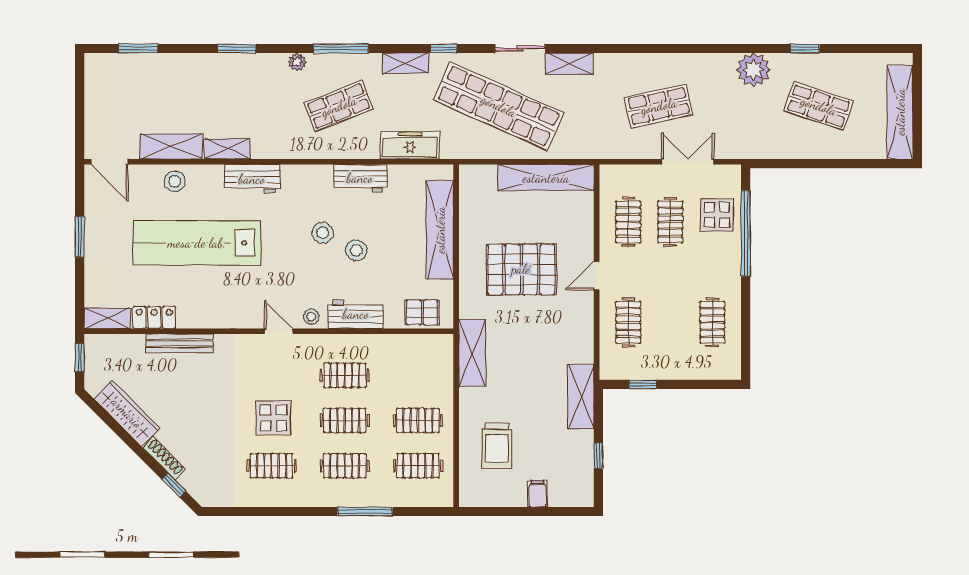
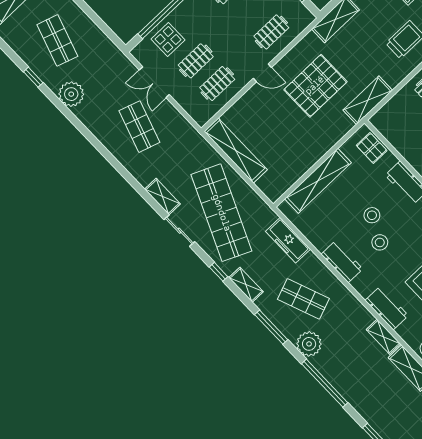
window: (237, 48) -> (325, 383), width x2.11
plant: (297, 62) -> (309, 344), width x1.87, depth x1.87
shop shelf: (659, 106) -> (139, 127), turned 30
workbench: (360, 178) -> (342, 262), moved
pallet: (521, 269) -> (315, 86), moved, turned 90

